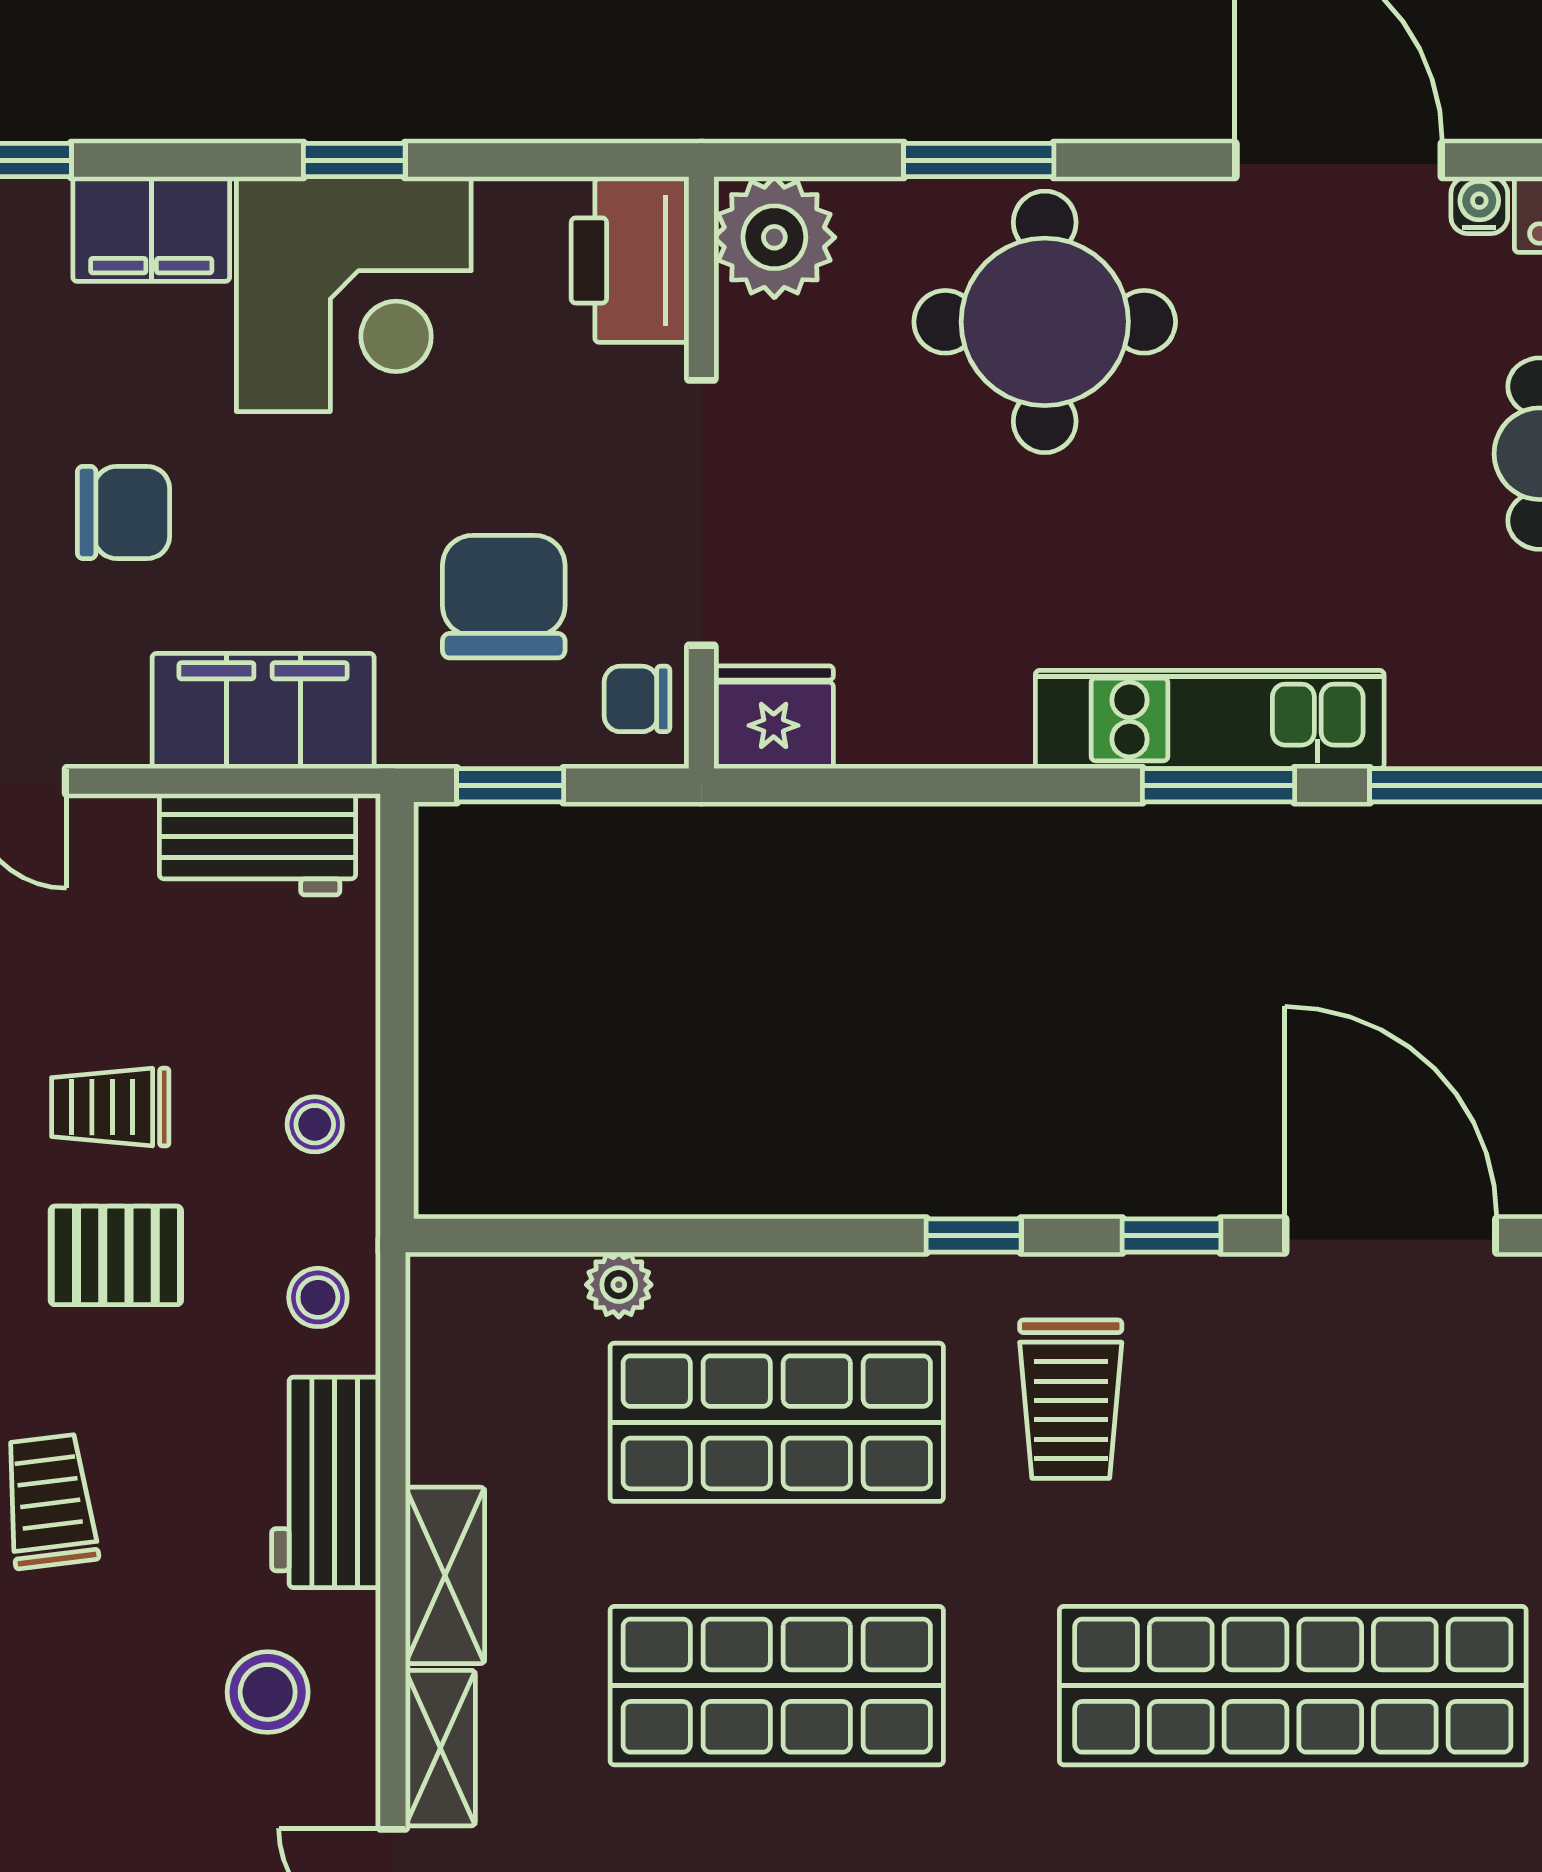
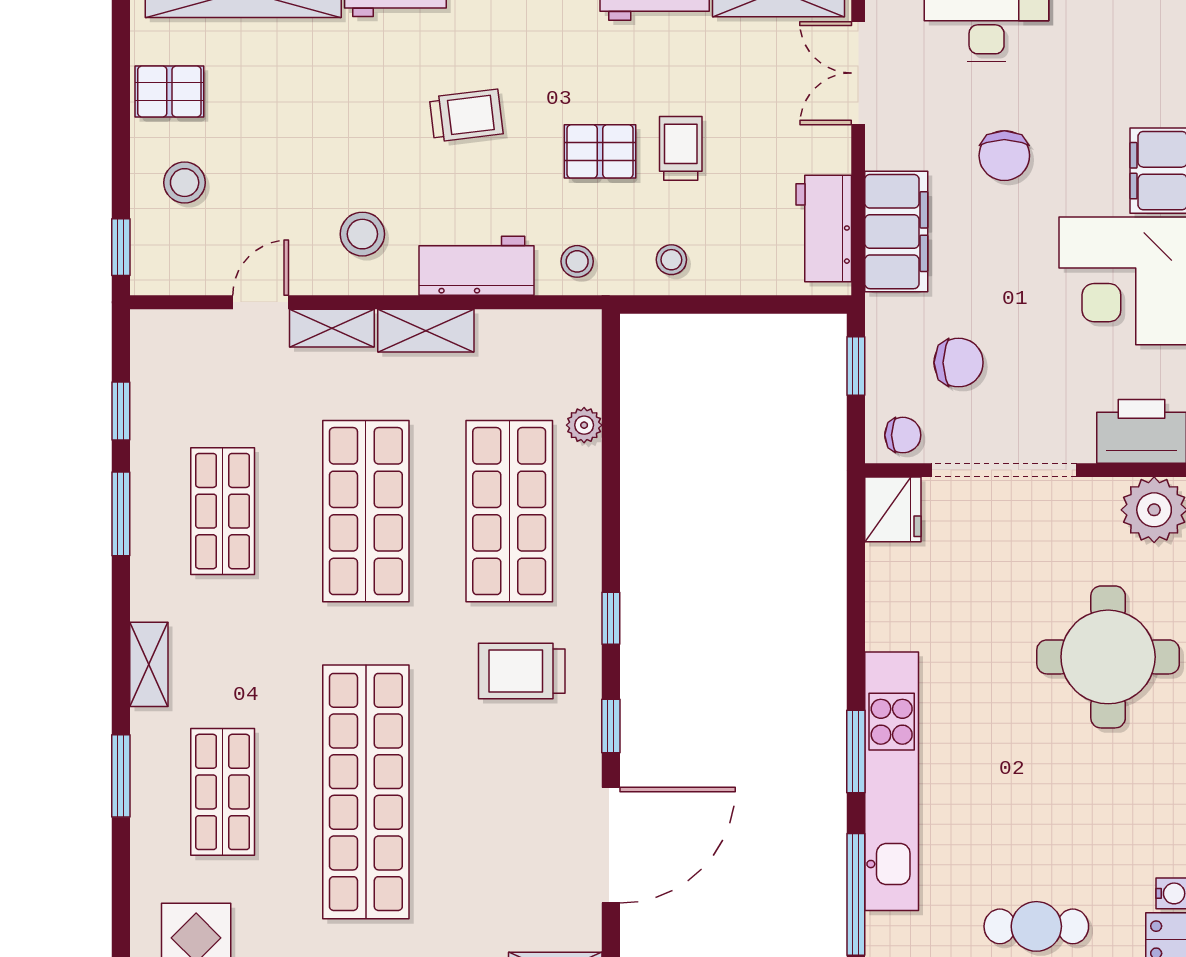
chair: (504, 597) -> (959, 363), width x0.73, depth x0.73
chair: (637, 699) -> (903, 435), turned 90
kitchen unit: (1210, 719) -> (892, 781), width x1.36
pallet: (116, 1255) -> (600, 151), turned 90

